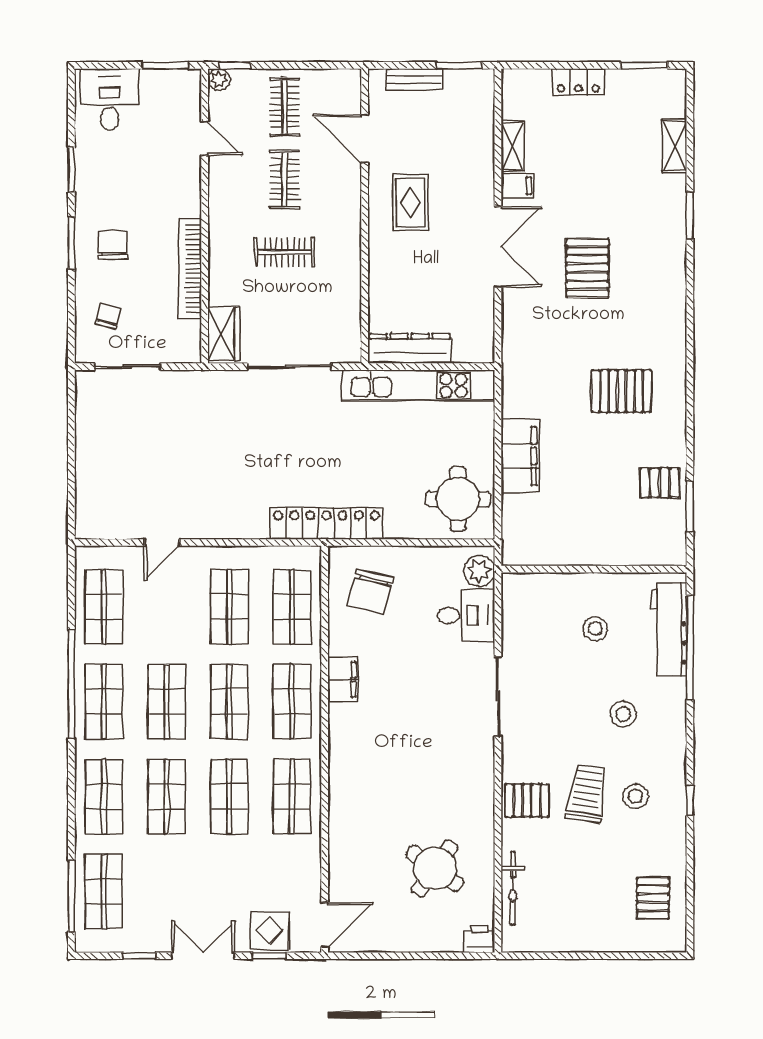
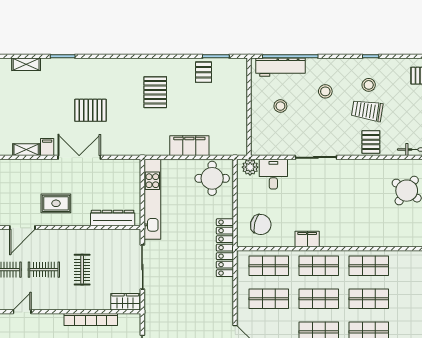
dresser: (410, 348) -> (113, 218), moved, turned 90

